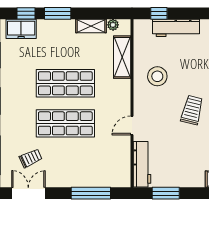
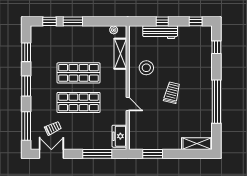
window: (159, 13) -> (162, 21), moved
shelving: (91, 26) -> (97, 31), removed
freezer: (21, 29) -> (119, 136), moved, turned 90
door: (132, 125) -> (128, 104), swing flipped
workbench: (142, 164) -> (135, 133), removed

